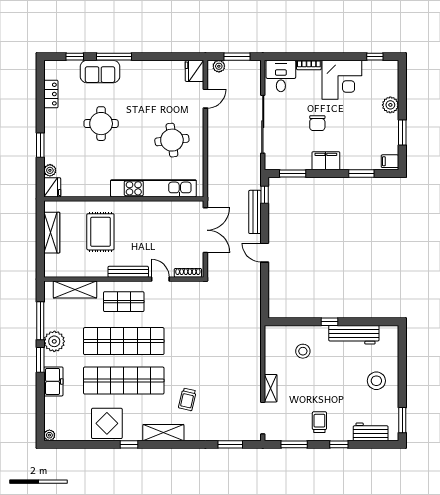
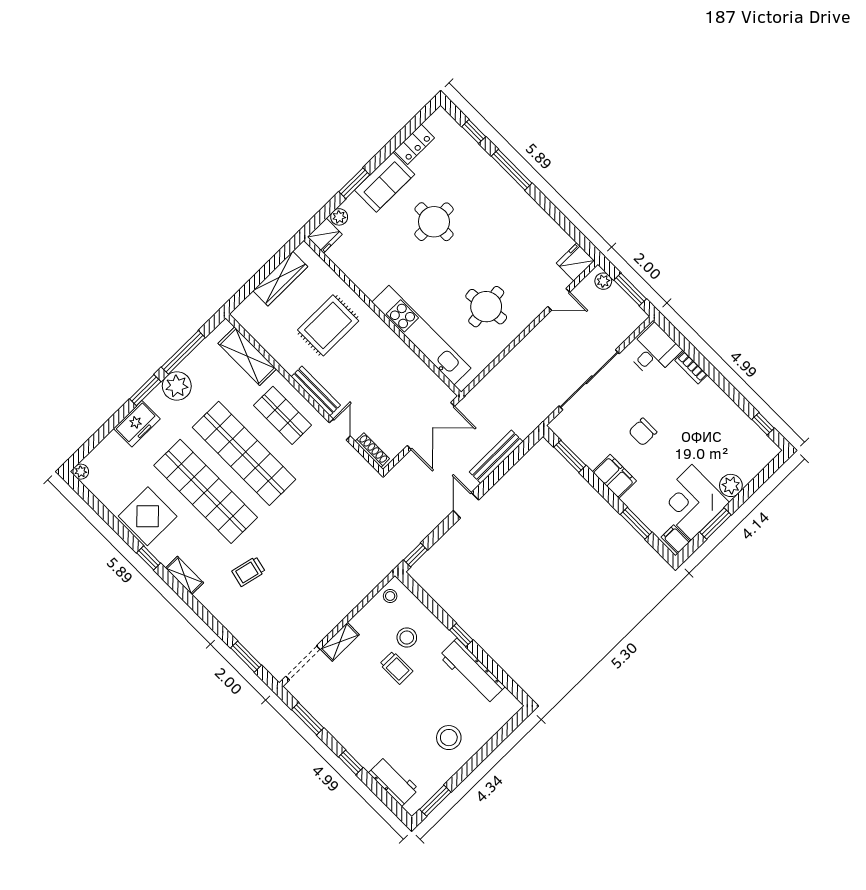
sofa: (100, 72) -> (385, 182), moved, turned -90
corner desk: (342, 80) -> (692, 502), moved, turned 90
window: (265, 195) -> (416, 555), moved
stool: (273, 339) -> (390, 596), added
trolley: (319, 422) -> (396, 668), moved, turned 90
shelving: (163, 433) -> (185, 575), width x0.67, depth x0.75

